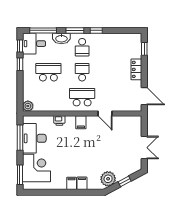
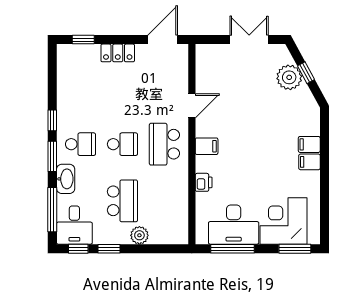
school desk: (48, 72) -> (122, 201), turned 180
school desk: (82, 72) -> (122, 144), turned 180
plant: (28, 106) -> (139, 235), moved
plant: (108, 179) -> (289, 77), moved

